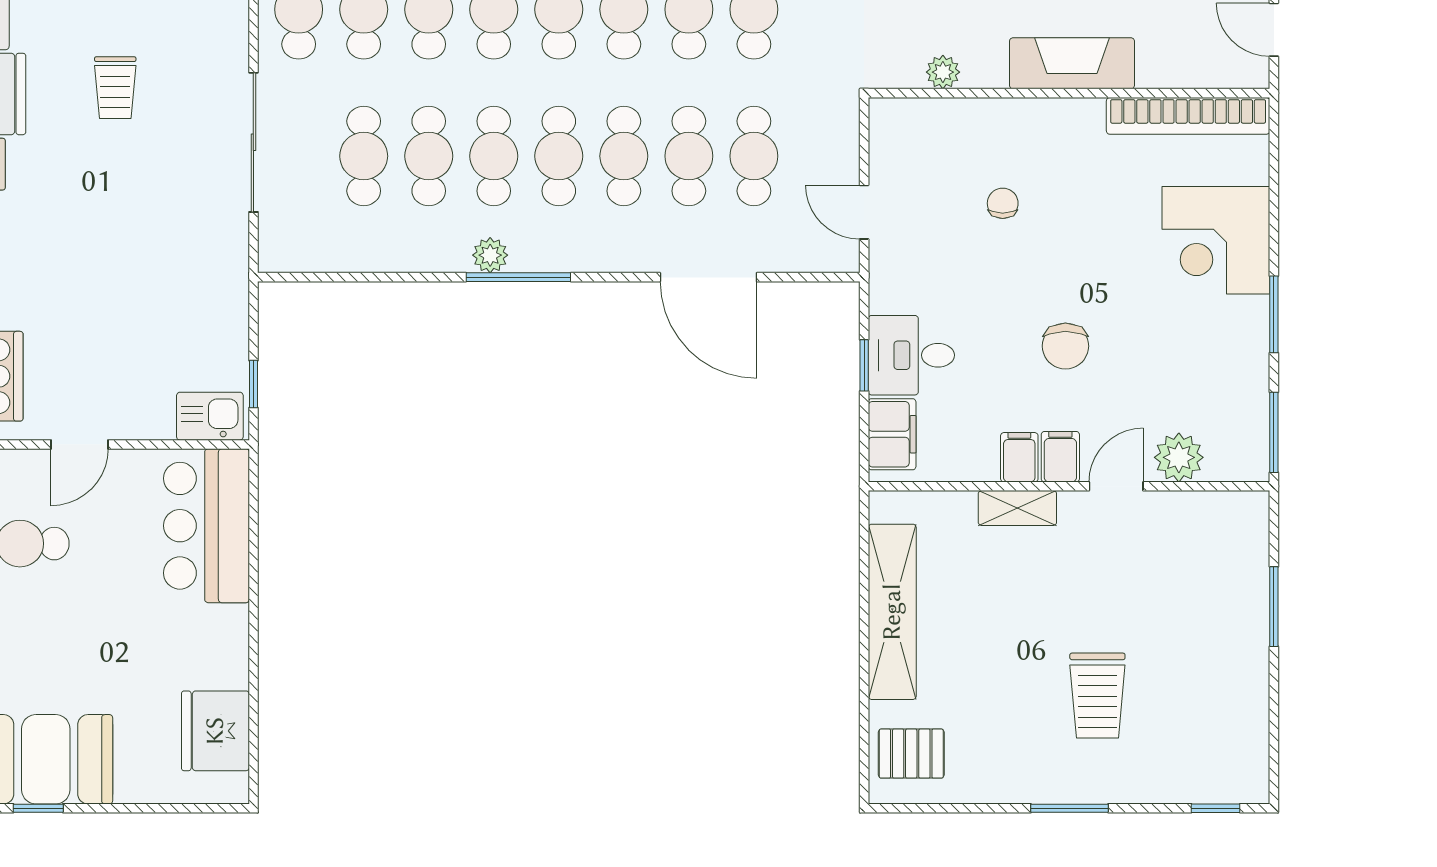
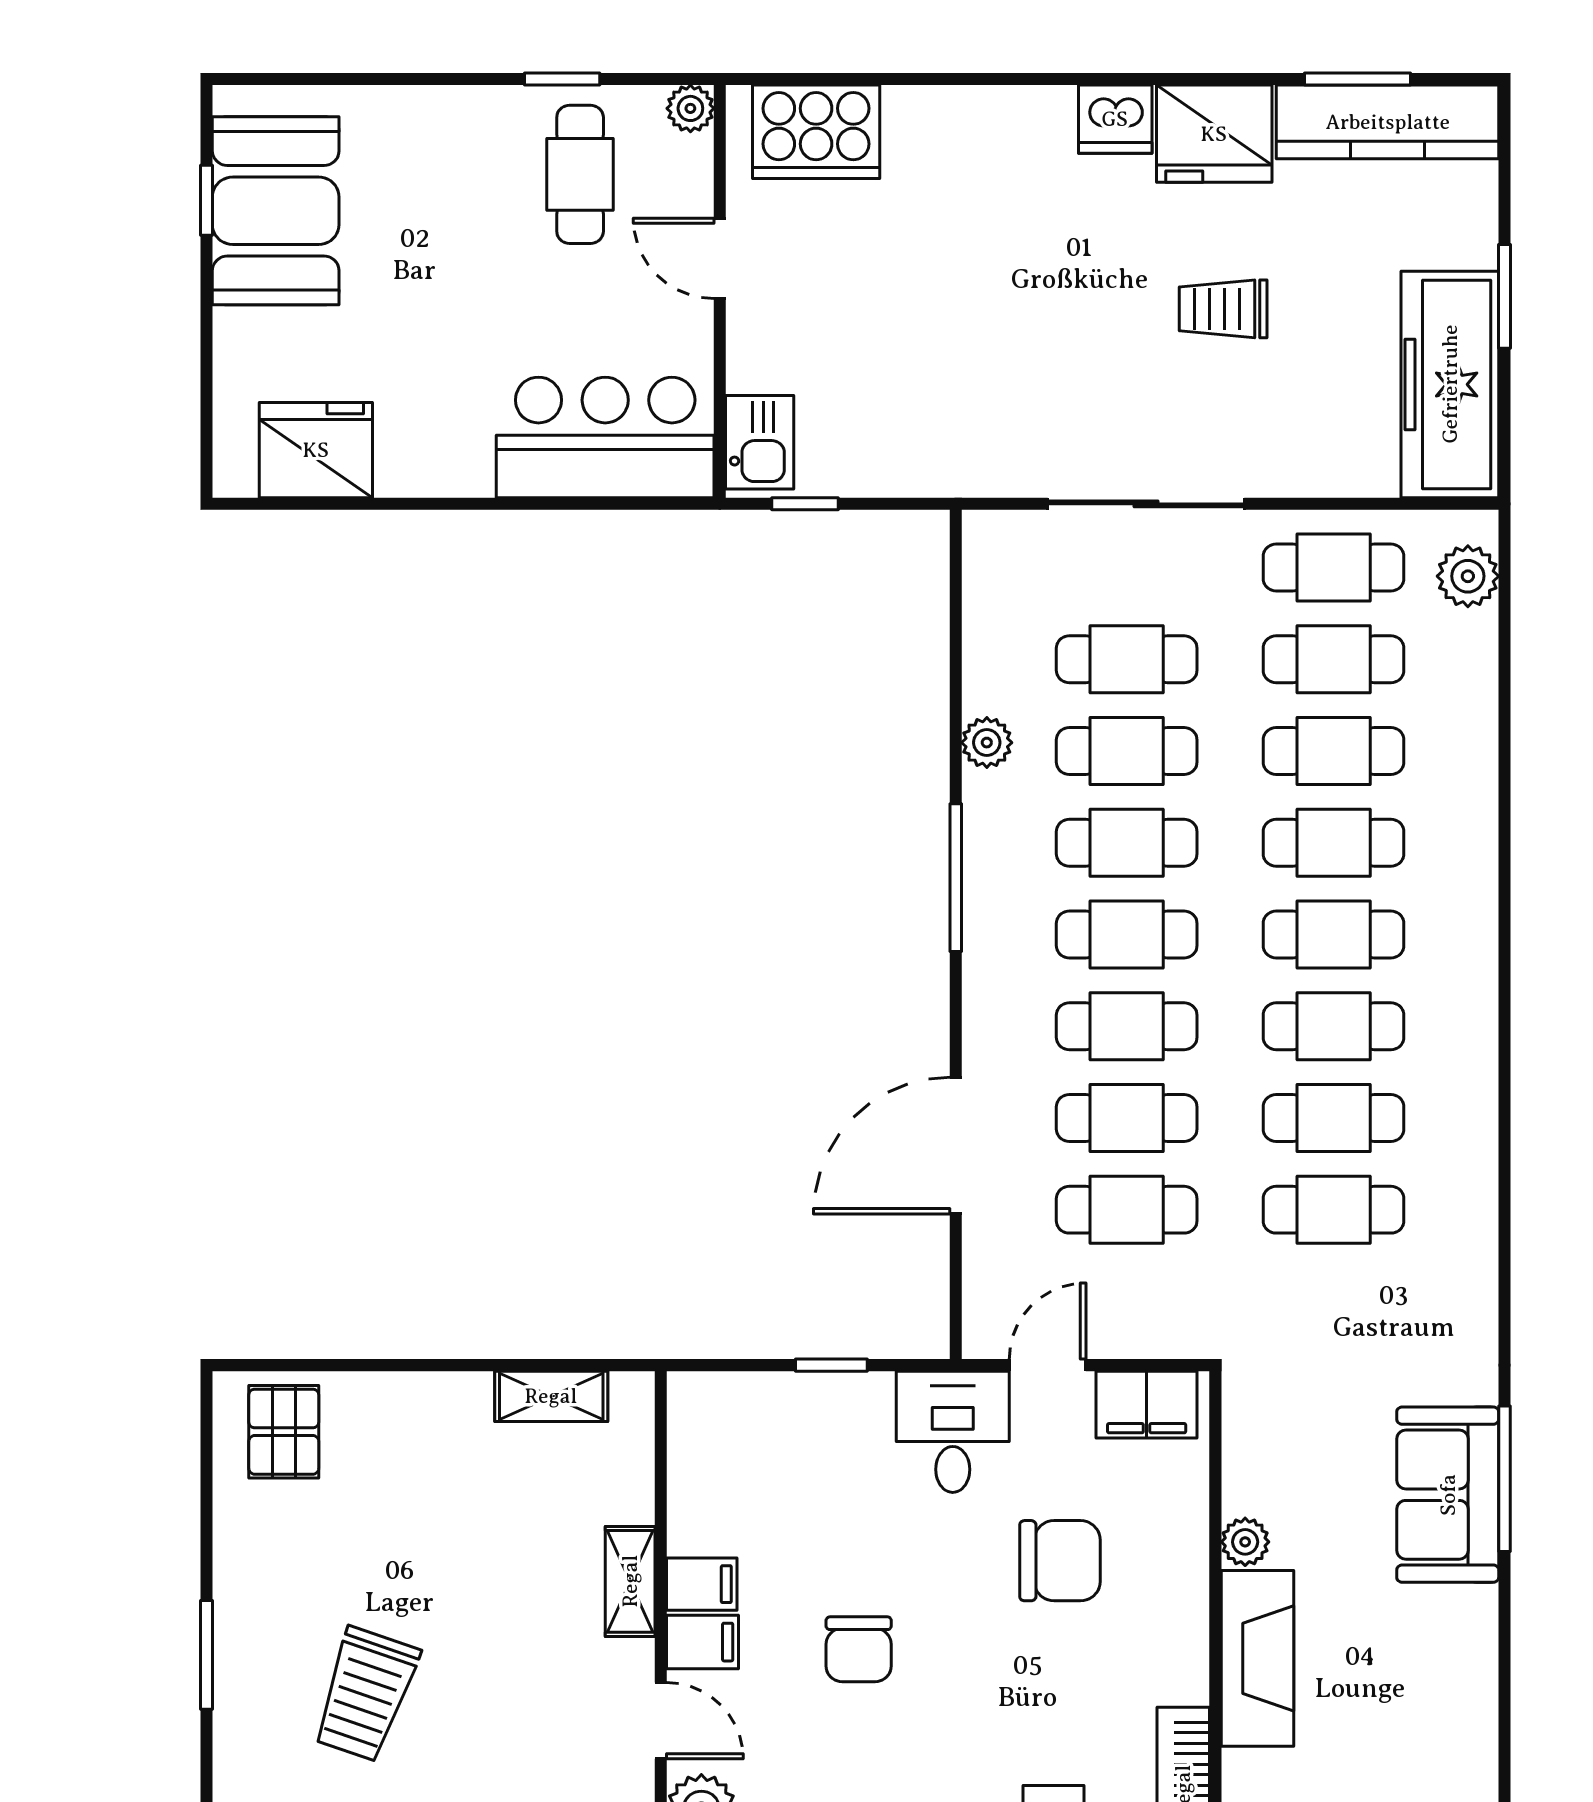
plant: (943, 72) -> (1245, 1542), moved
chair: (1003, 203) -> (1060, 1561), width x1.87, depth x1.87
plant: (490, 255) -> (987, 743), moved
chair: (1065, 346) -> (859, 1649), turned -90
desk: (911, 355) -> (953, 1432), moved
filing cabinet: (892, 434) -> (1147, 1405), moved
shelving: (892, 612) -> (551, 1396), width x0.45, depth x0.75
trolley: (1097, 696) -> (366, 1694), turned -71

